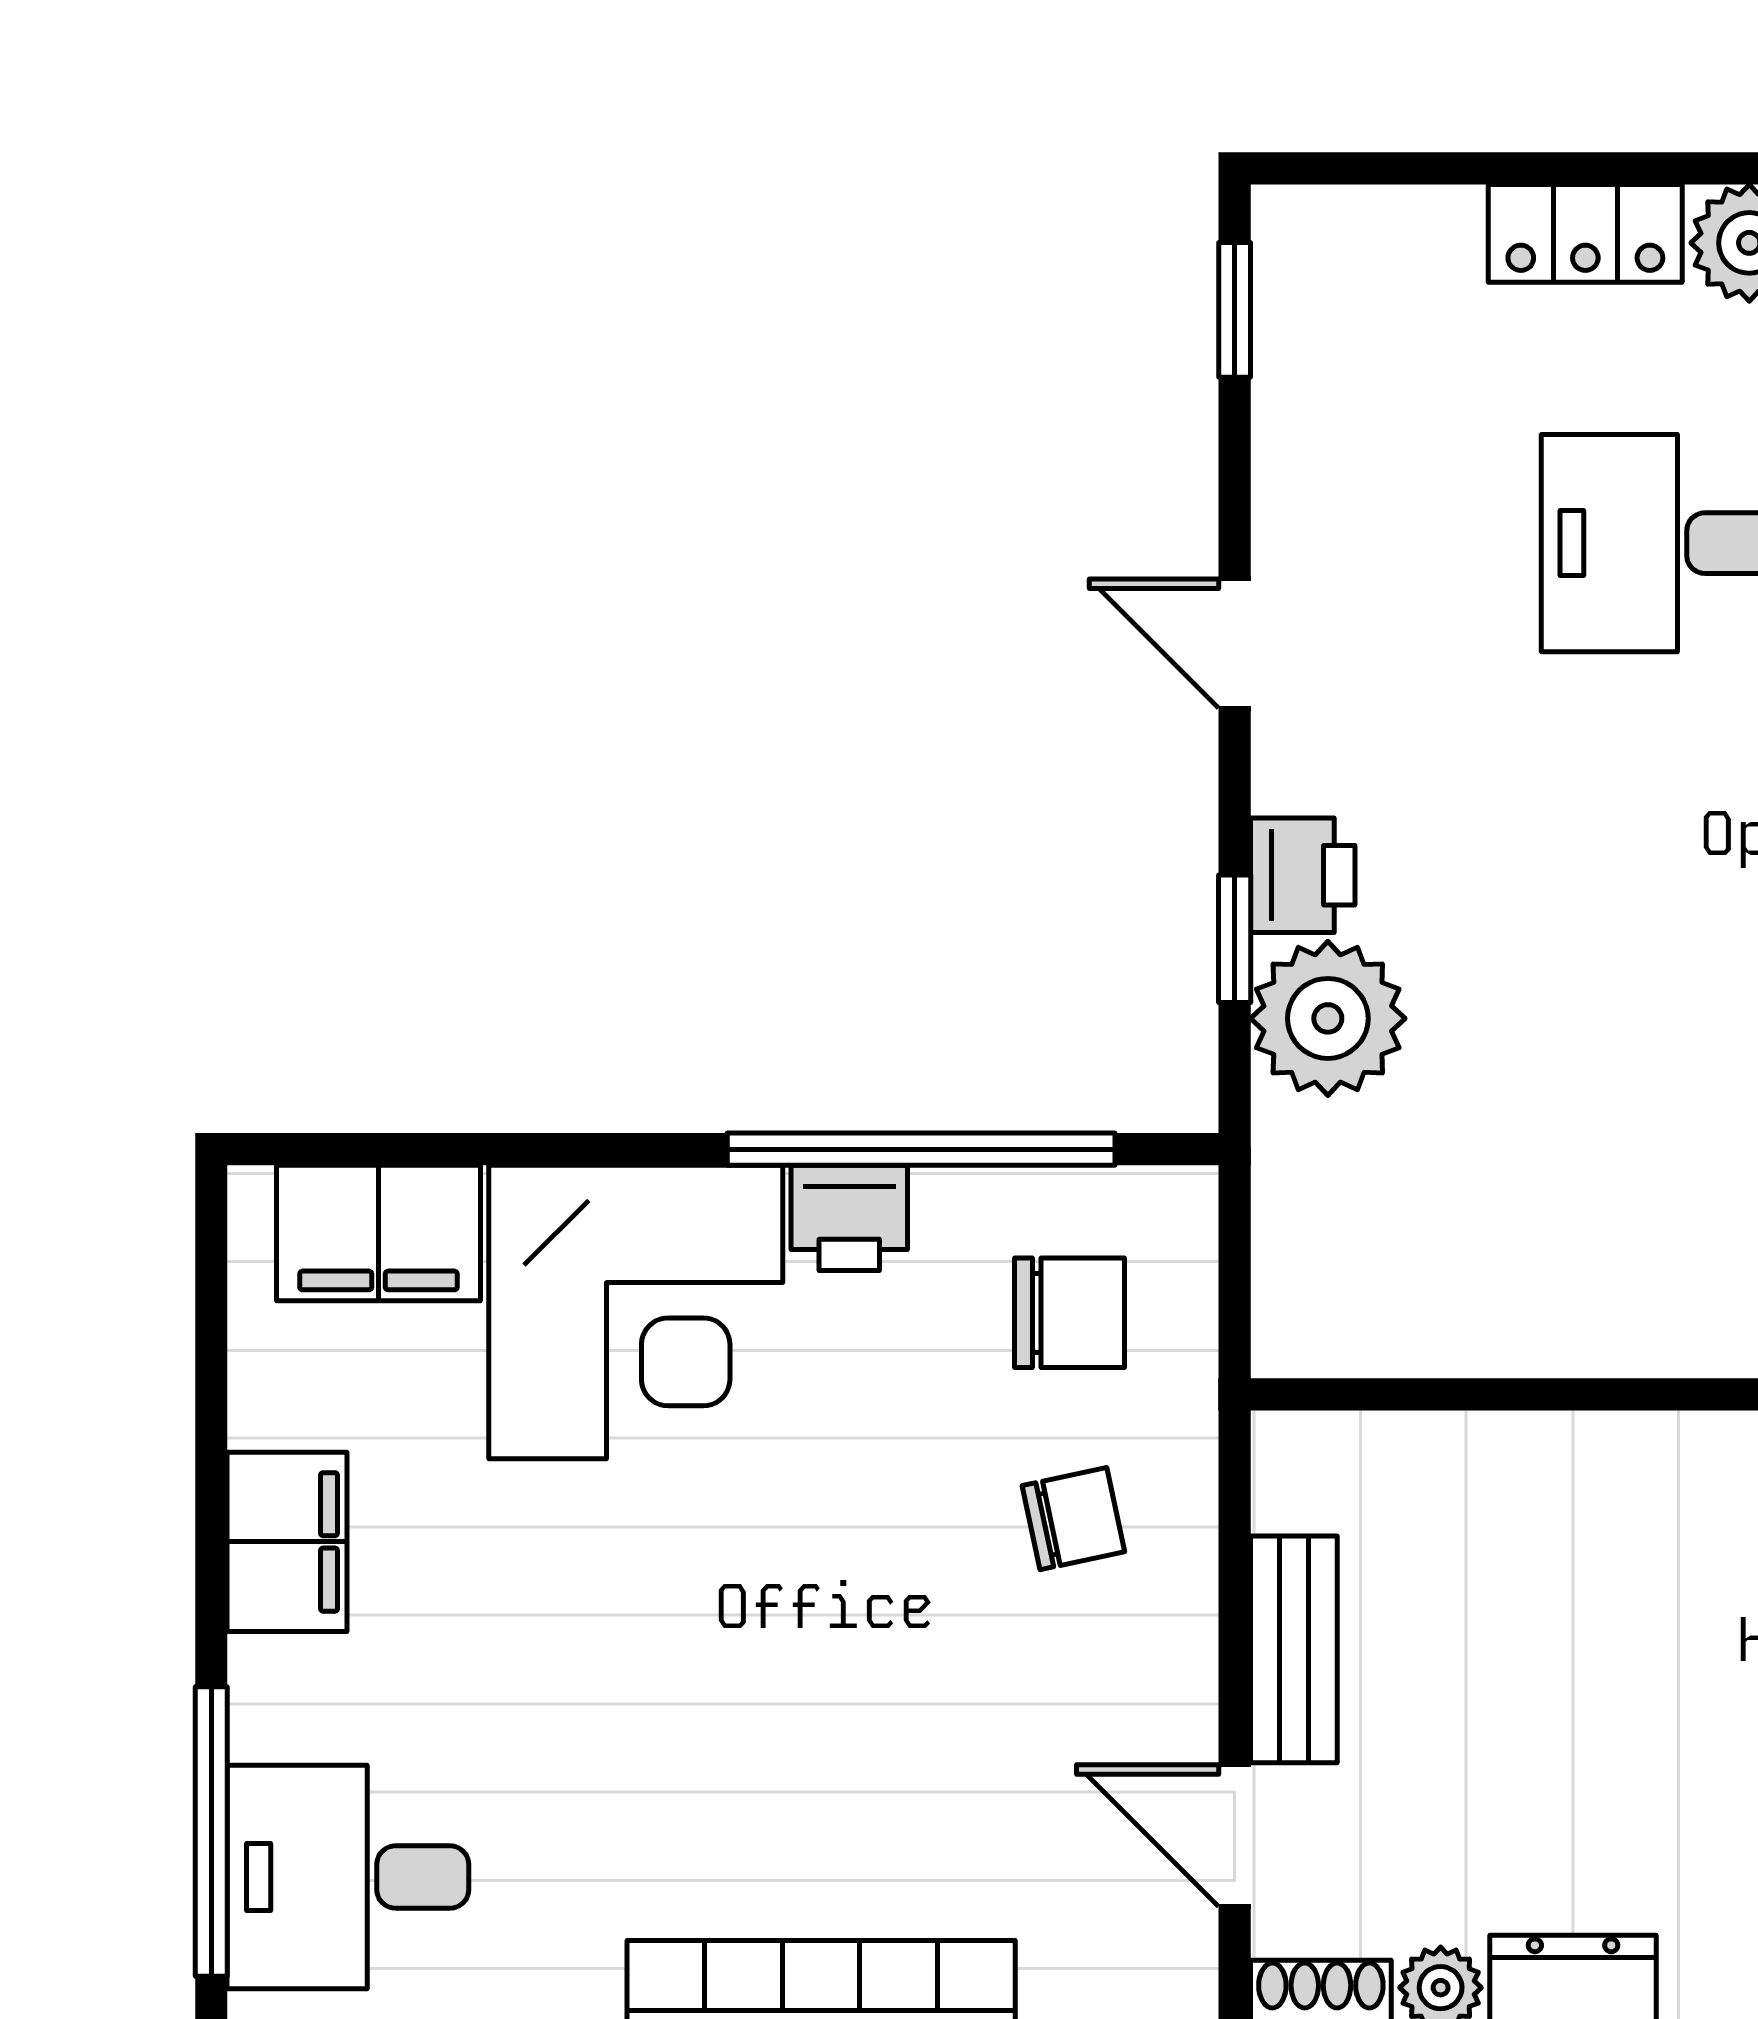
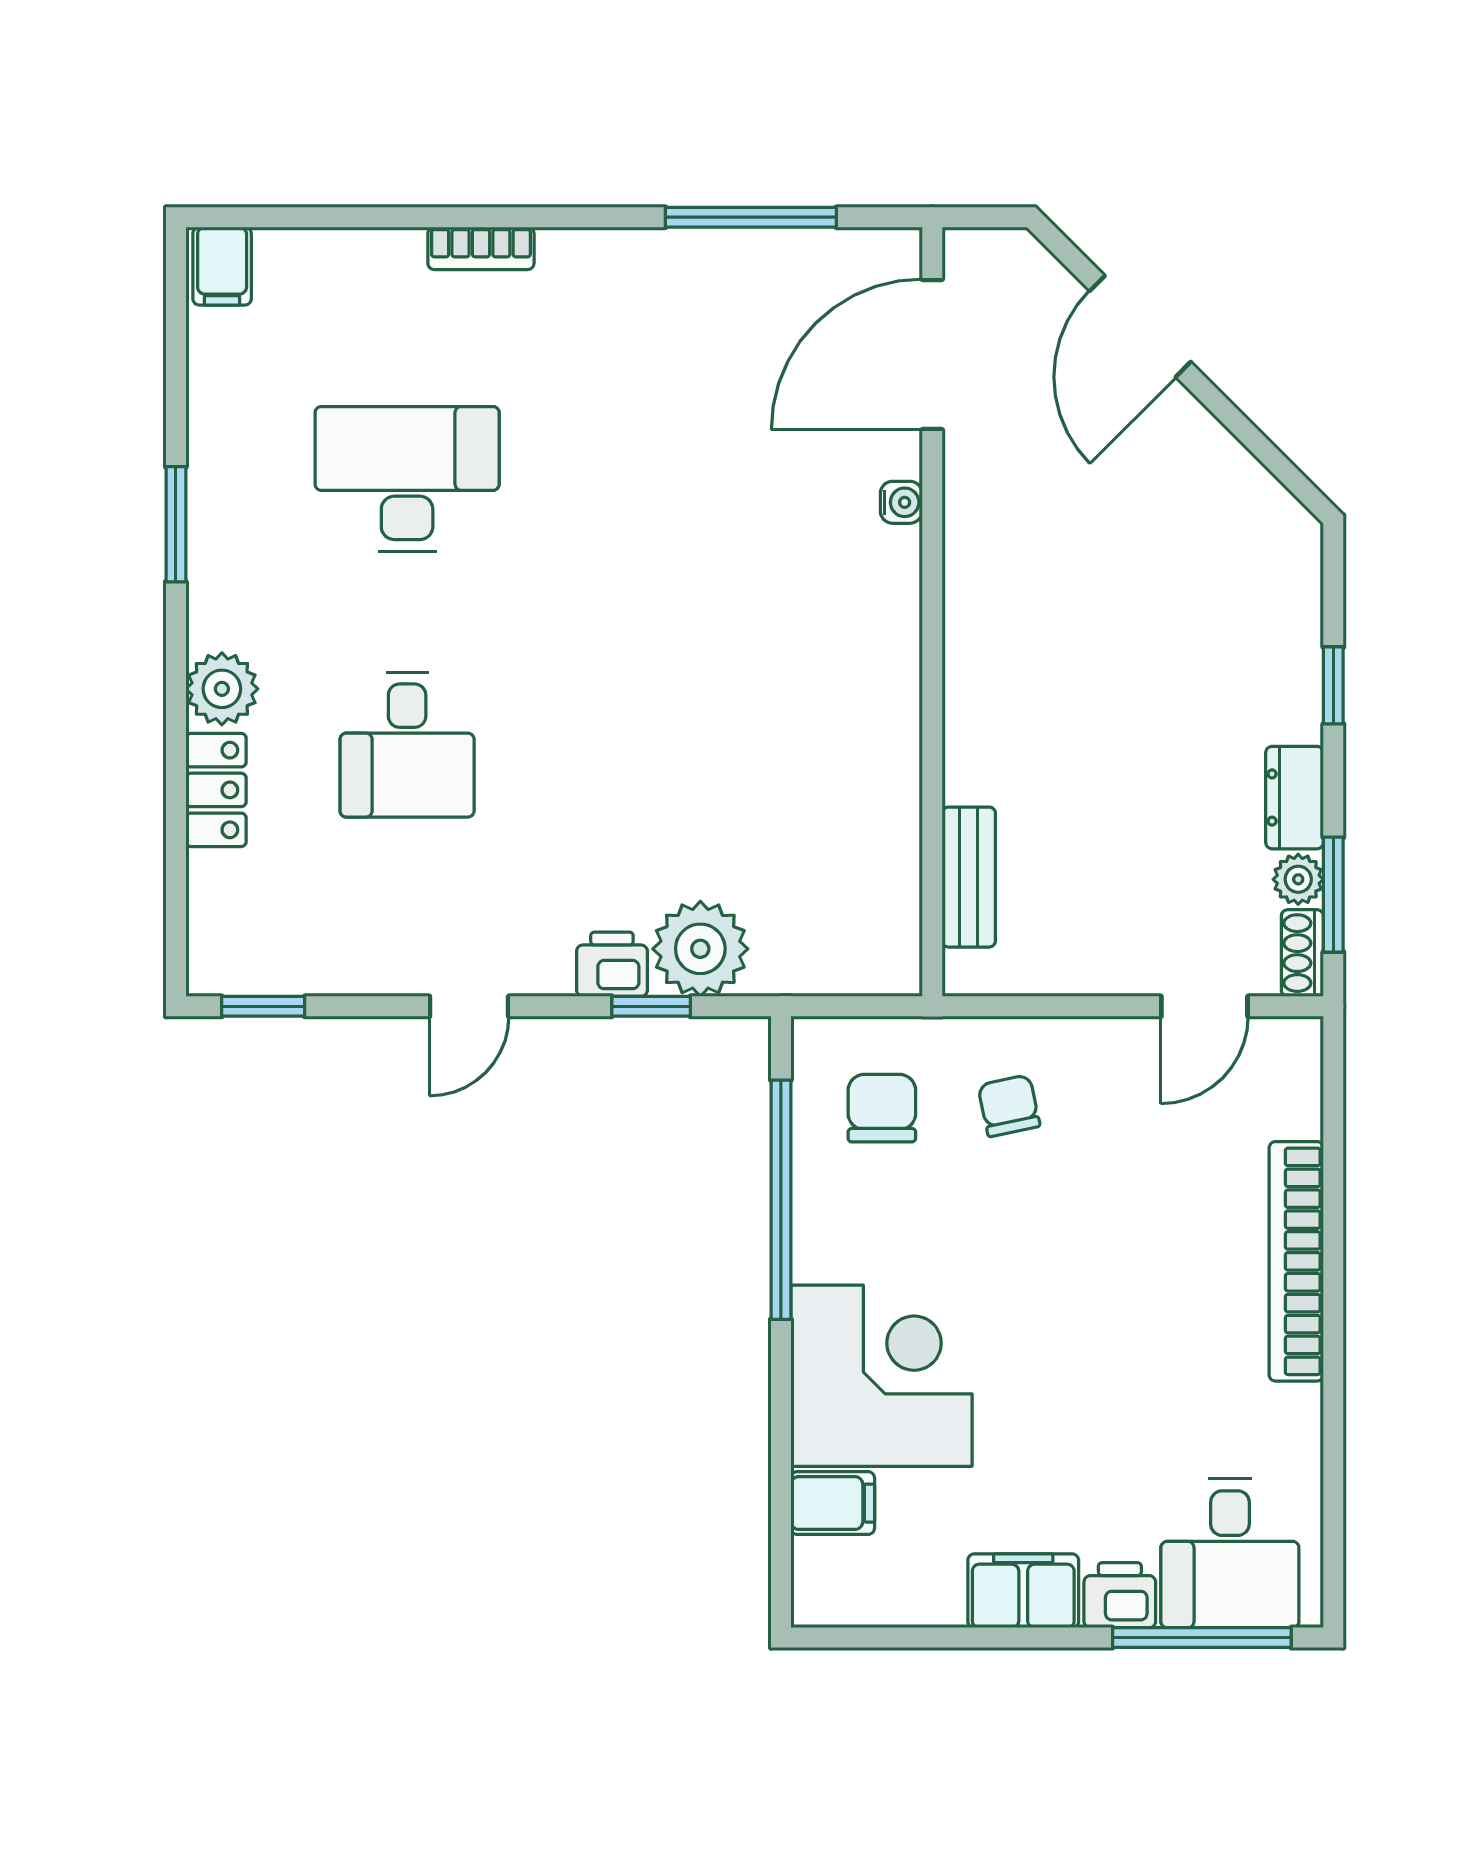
printer: (849, 1218) -> (1120, 1595), moved, turned -90
filing cabinet: (379, 1233) -> (833, 1503), width x0.50
bench: (1294, 1649) -> (969, 877), moved, turned 90

